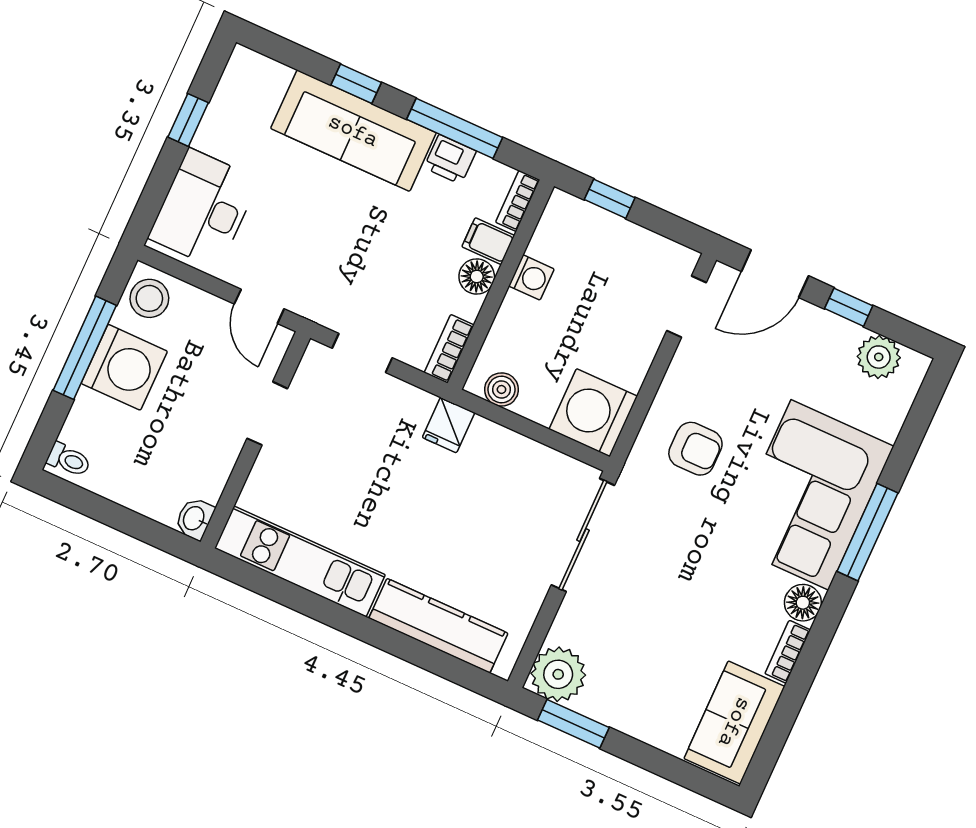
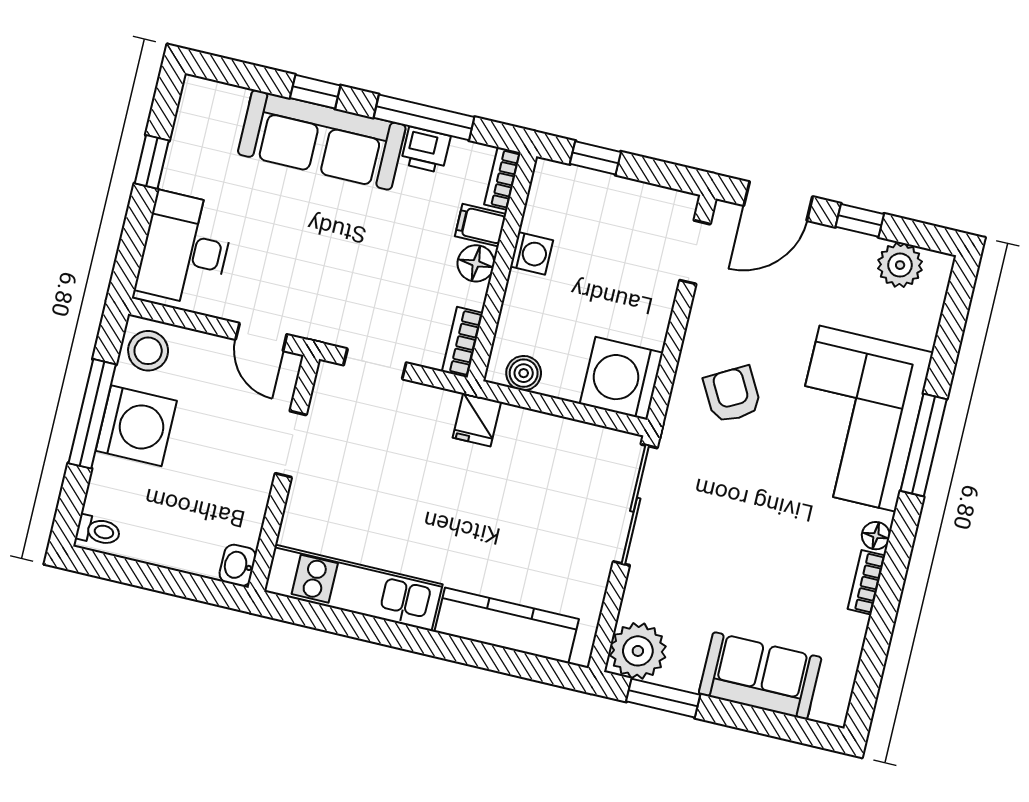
armchair: (695, 449) -> (732, 395), turned -119
floor lamp: (803, 603) -> (876, 536), width x0.73, depth x0.73
sofa: (734, 722) -> (760, 676), moved, turned 90

